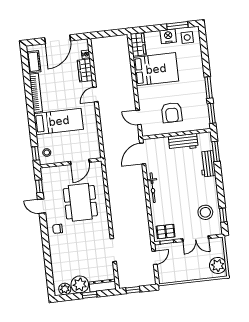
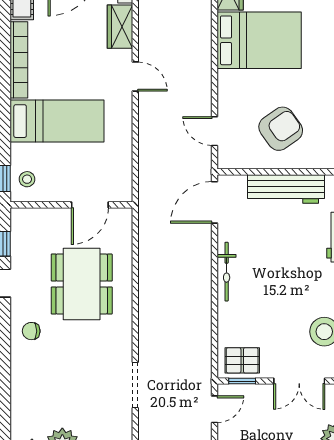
door: (95, 95) -> (135, 76), swing flipped
armchair: (172, 113) -> (281, 129), turned -125
workbench: (183, 142) -> (286, 189), width x1.38

